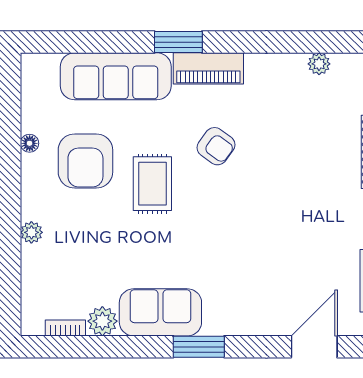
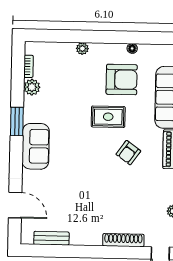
armchair: (85, 161) -> (122, 80), turned 180
sofa: (160, 312) -> (36, 146), moved
window: (199, 347) -> (17, 121), moved

